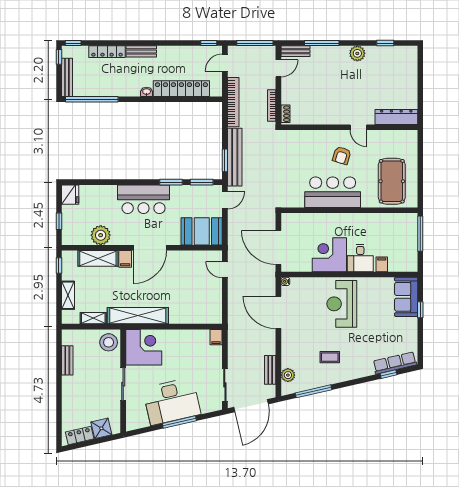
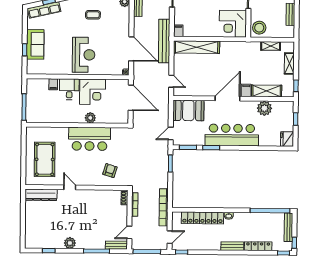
armchair: (342, 156) -> (110, 171), moved
bench: (235, 157) -> (164, 41), moved
pool table: (392, 181) -> (45, 159), moved
bar counter: (144, 199) -> (232, 135), width x1.36
plant: (332, 220) -> (90, 118), added
sofa: (406, 297) -> (35, 44), moved
shelving: (138, 316) -> (197, 47), moved

